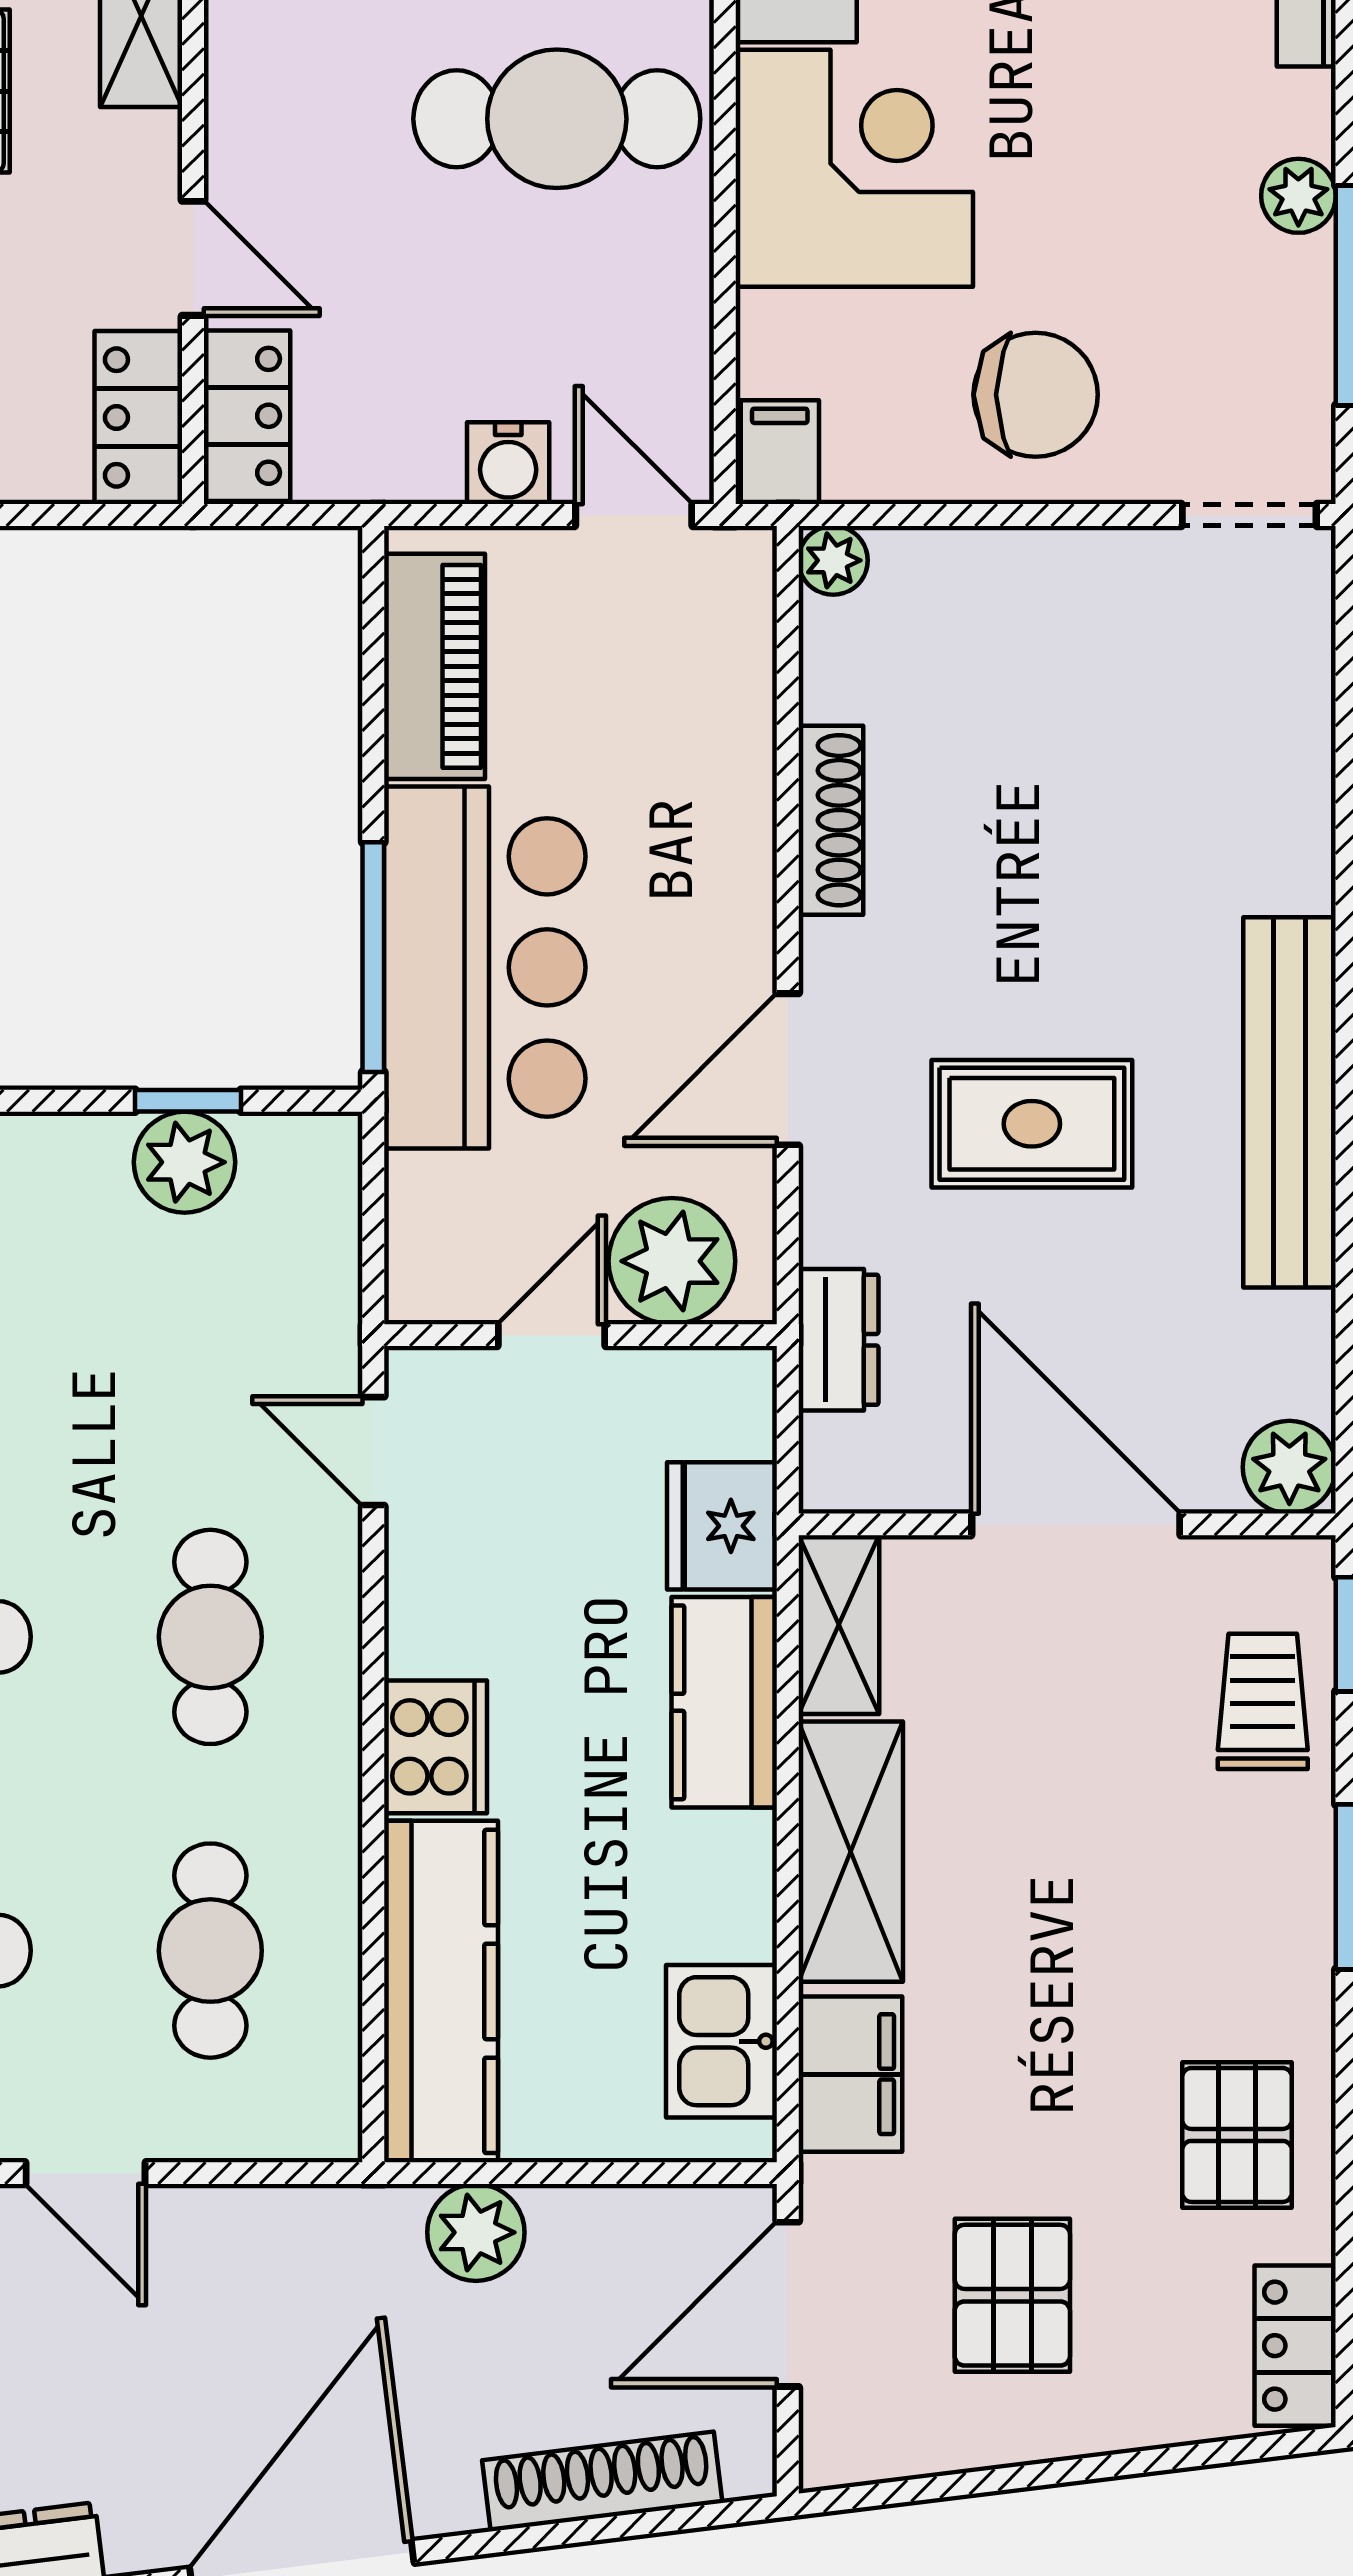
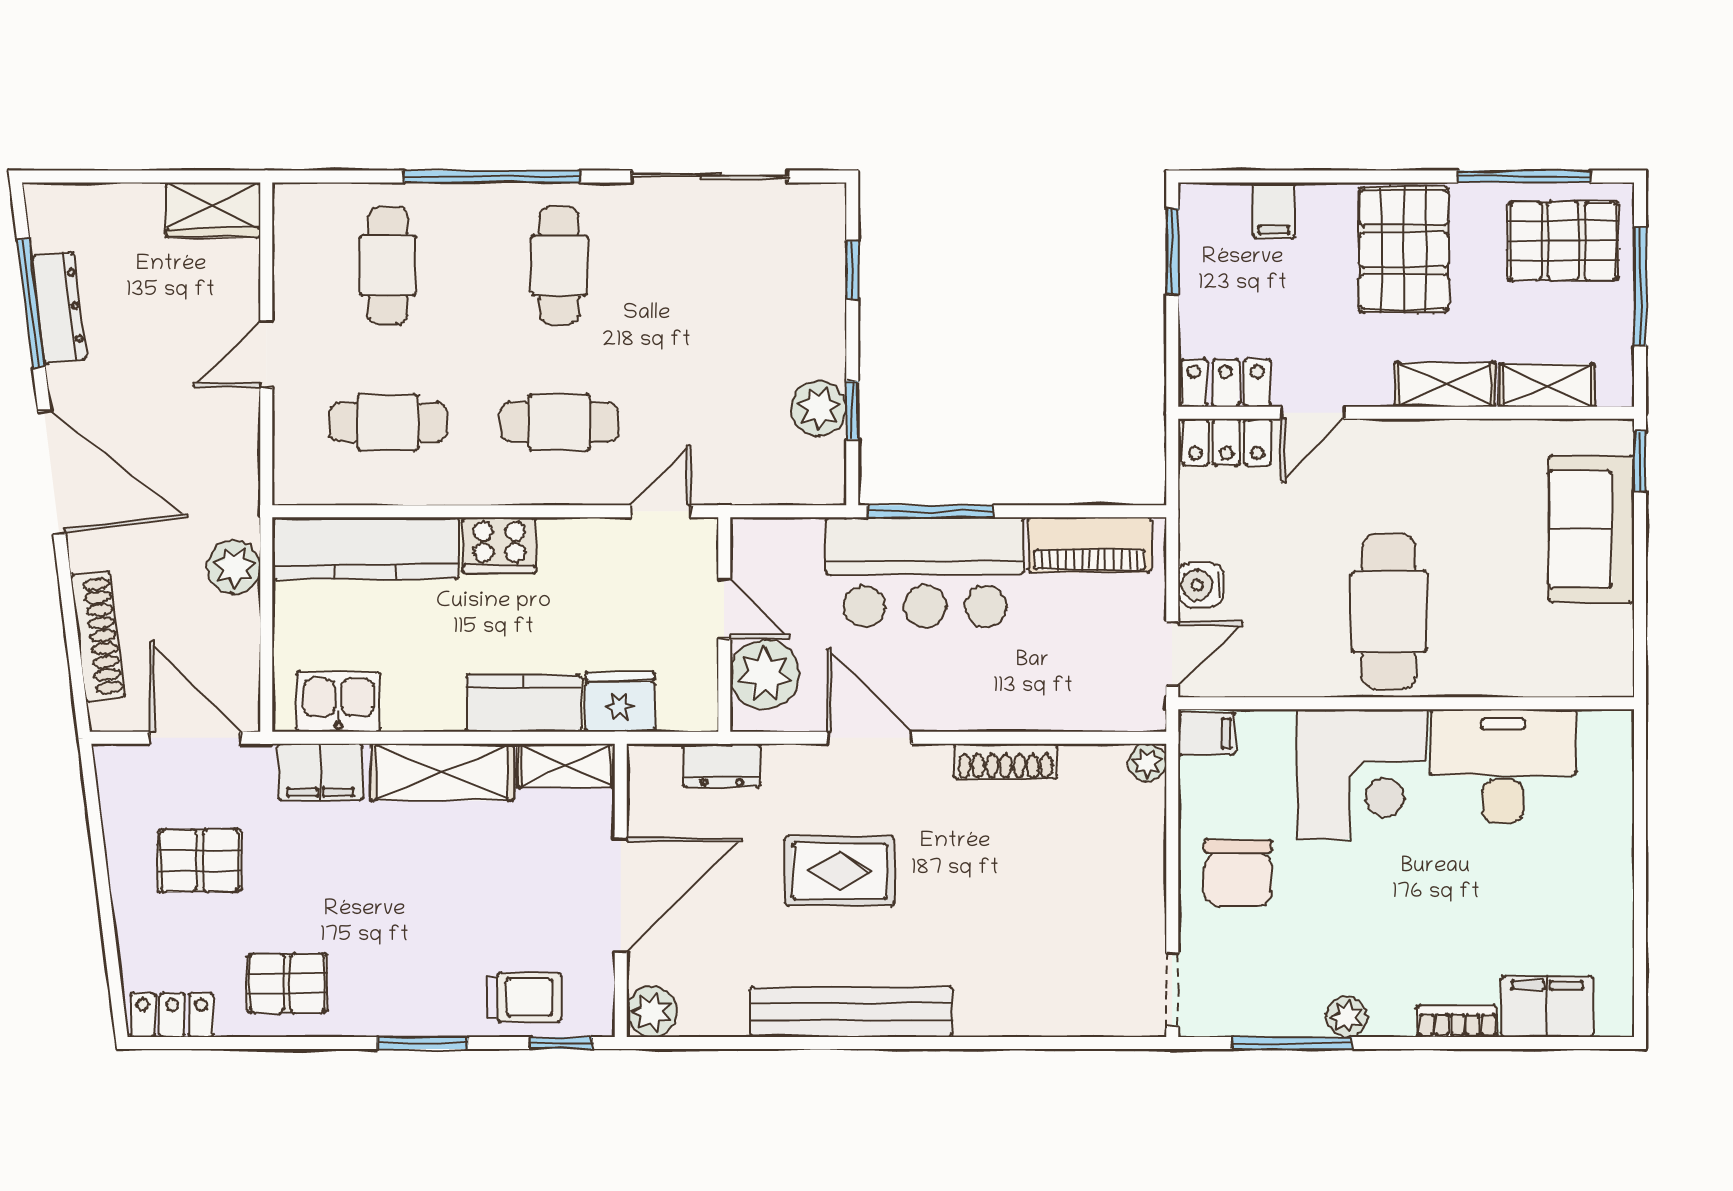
rug: (1032, 1124) -> (840, 871), turned 90

